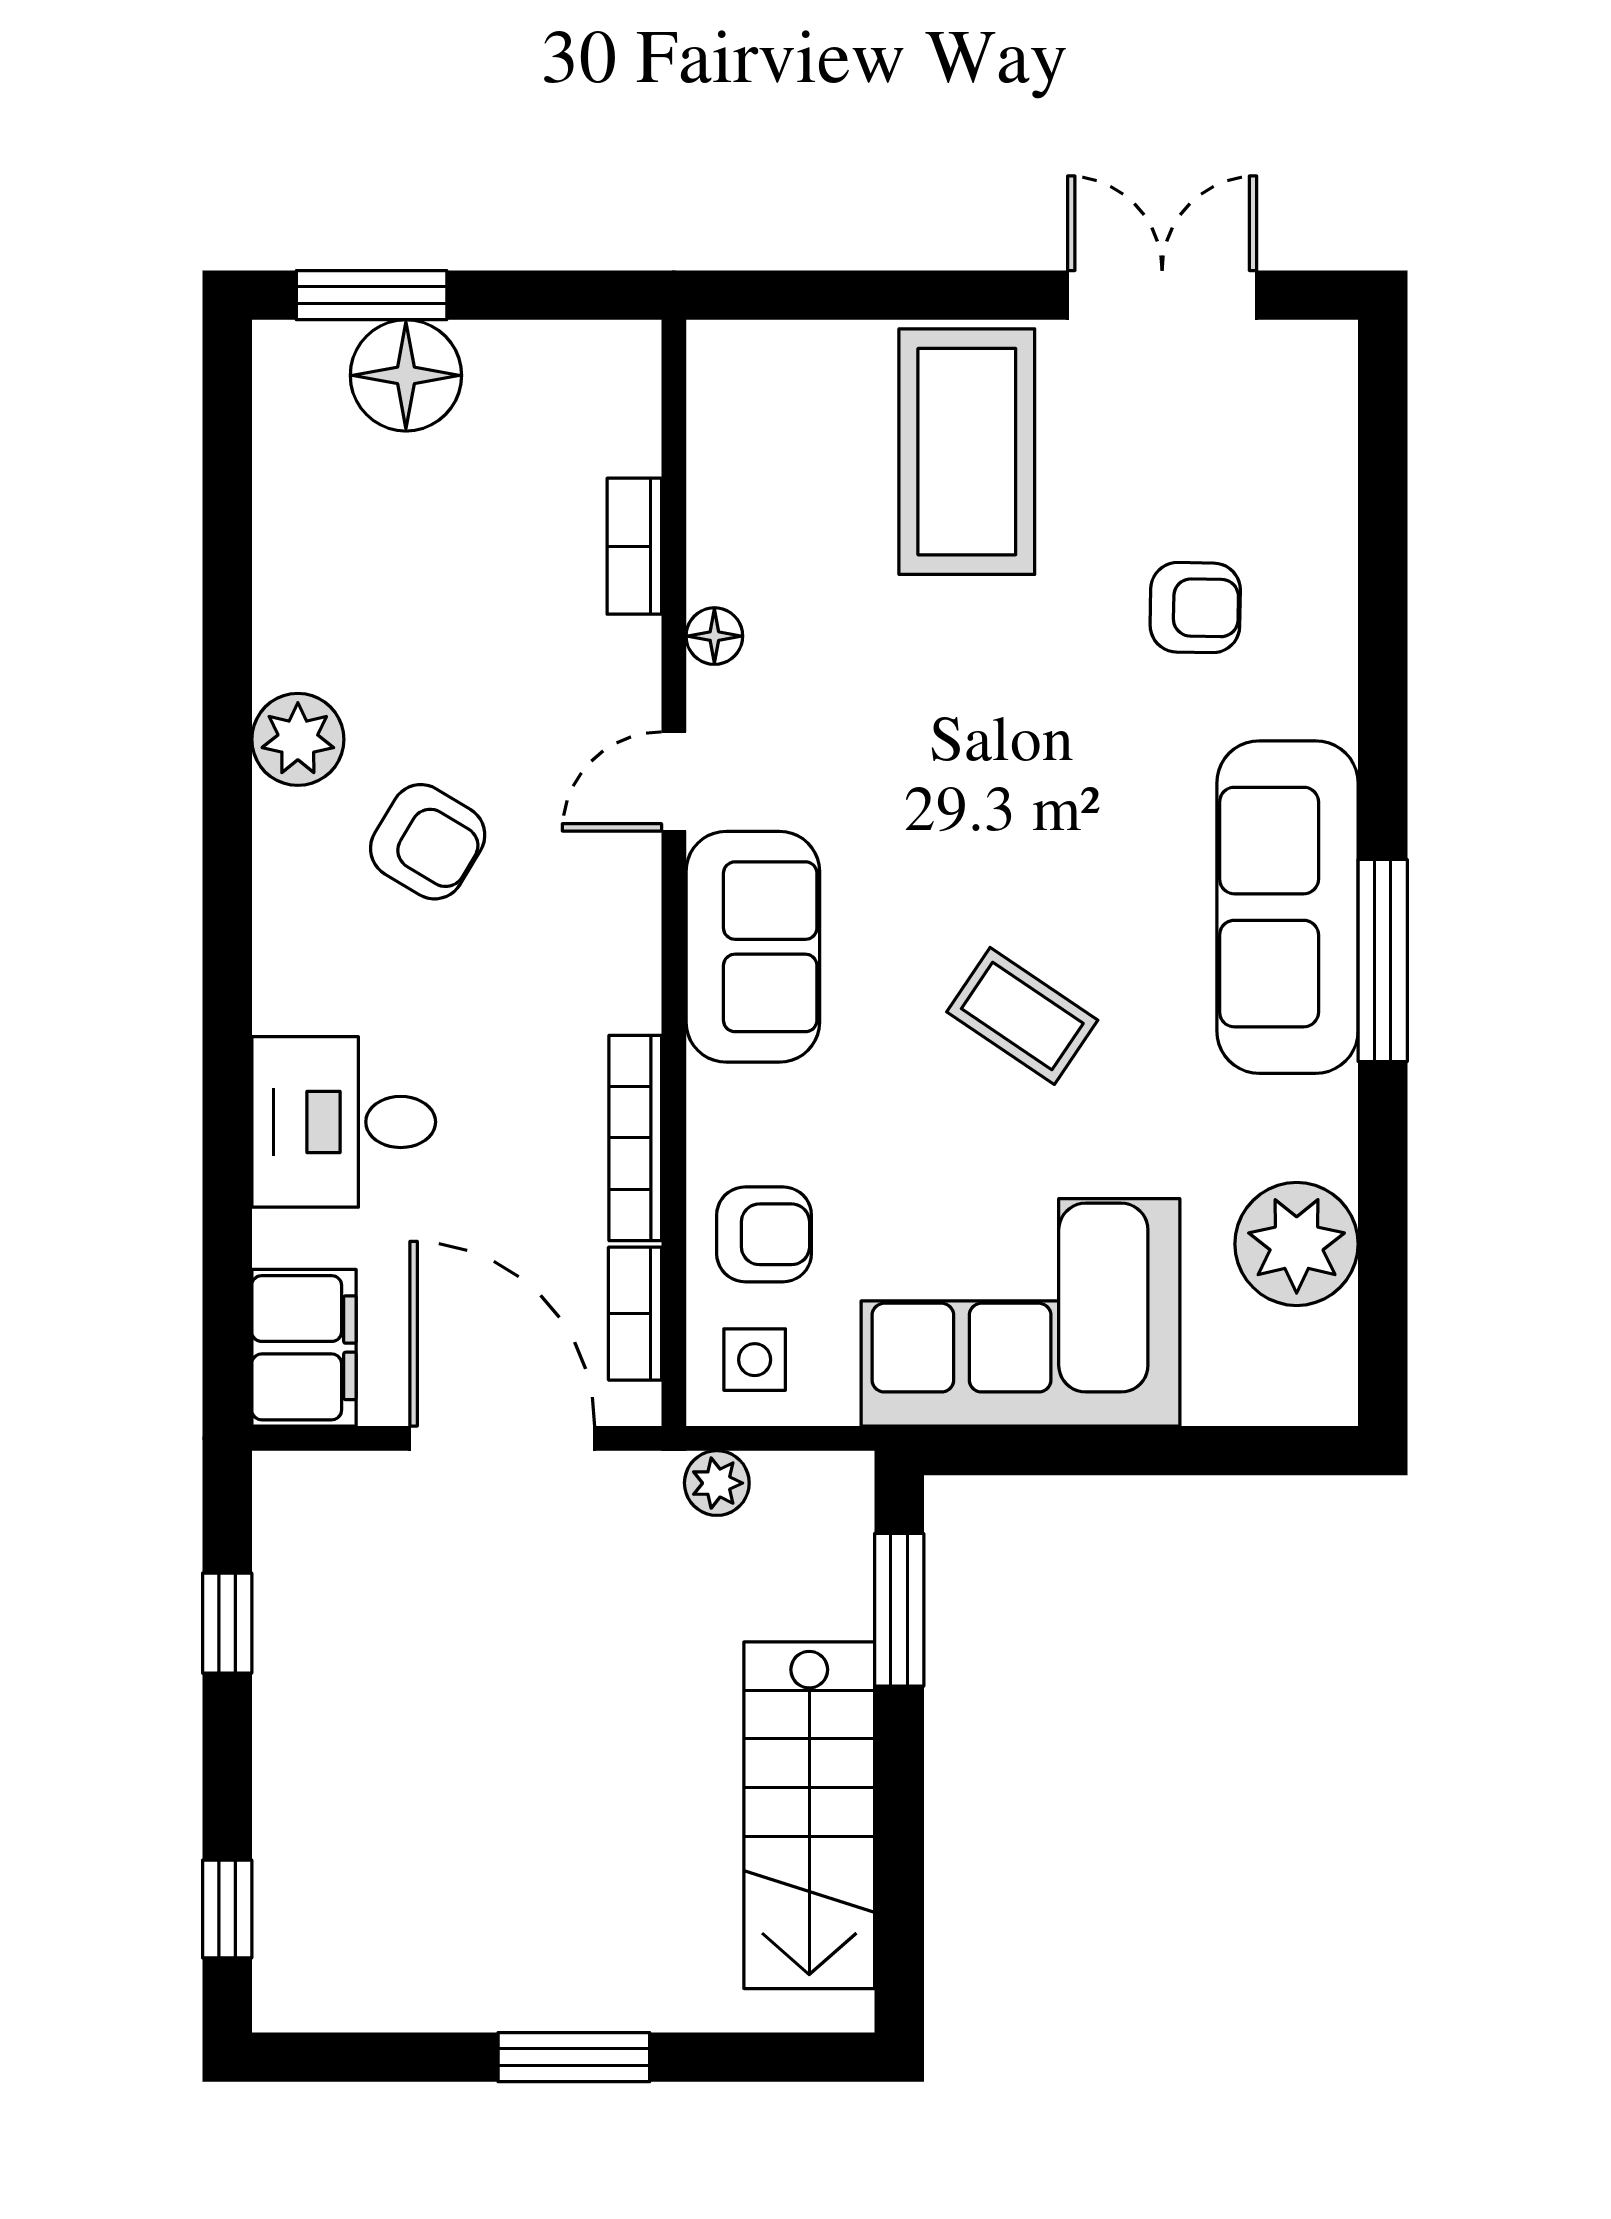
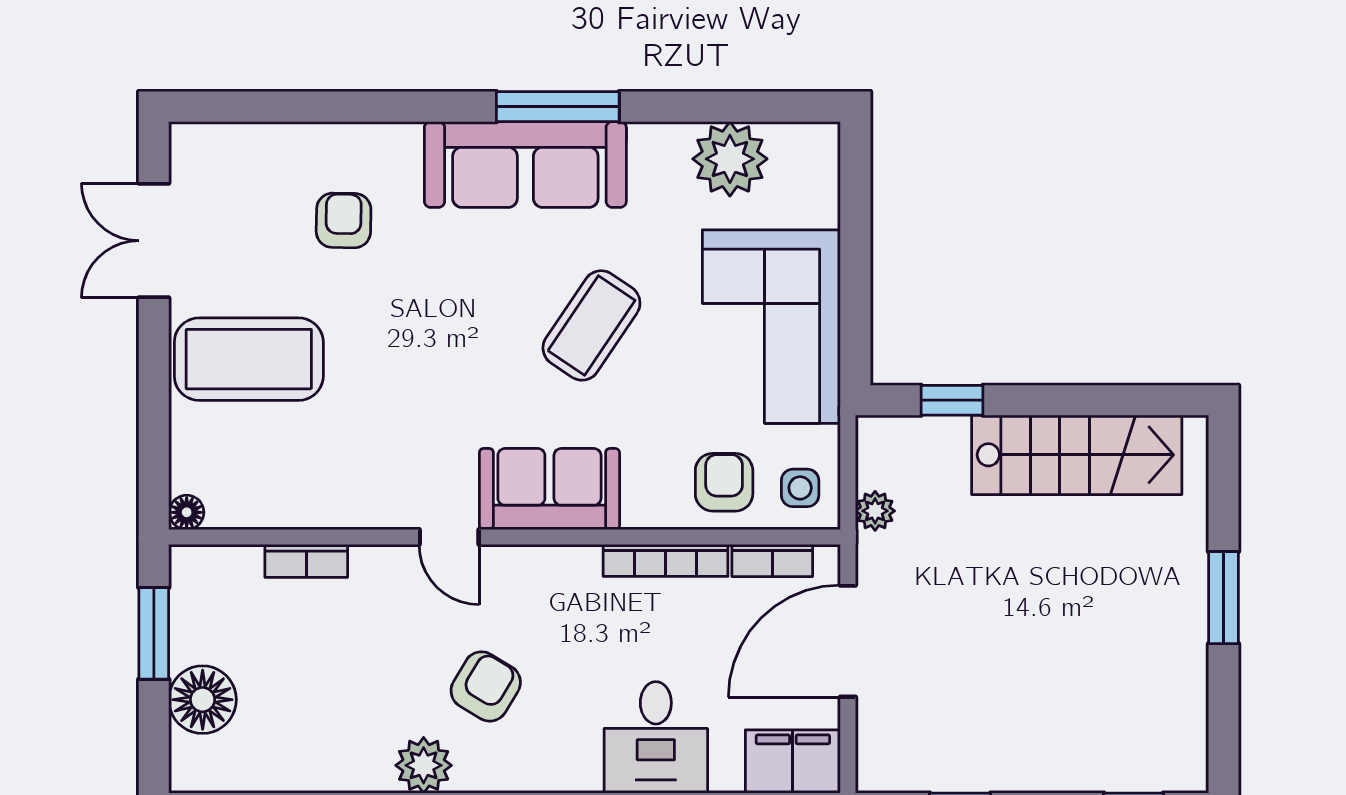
window: (372, 295) -> (154, 633), moved
floor lamp: (714, 636) -> (187, 512), moved
coffee table: (1022, 1016) -> (591, 325), width x1.36, depth x1.30
window: (899, 1610) -> (952, 400), width x0.67

